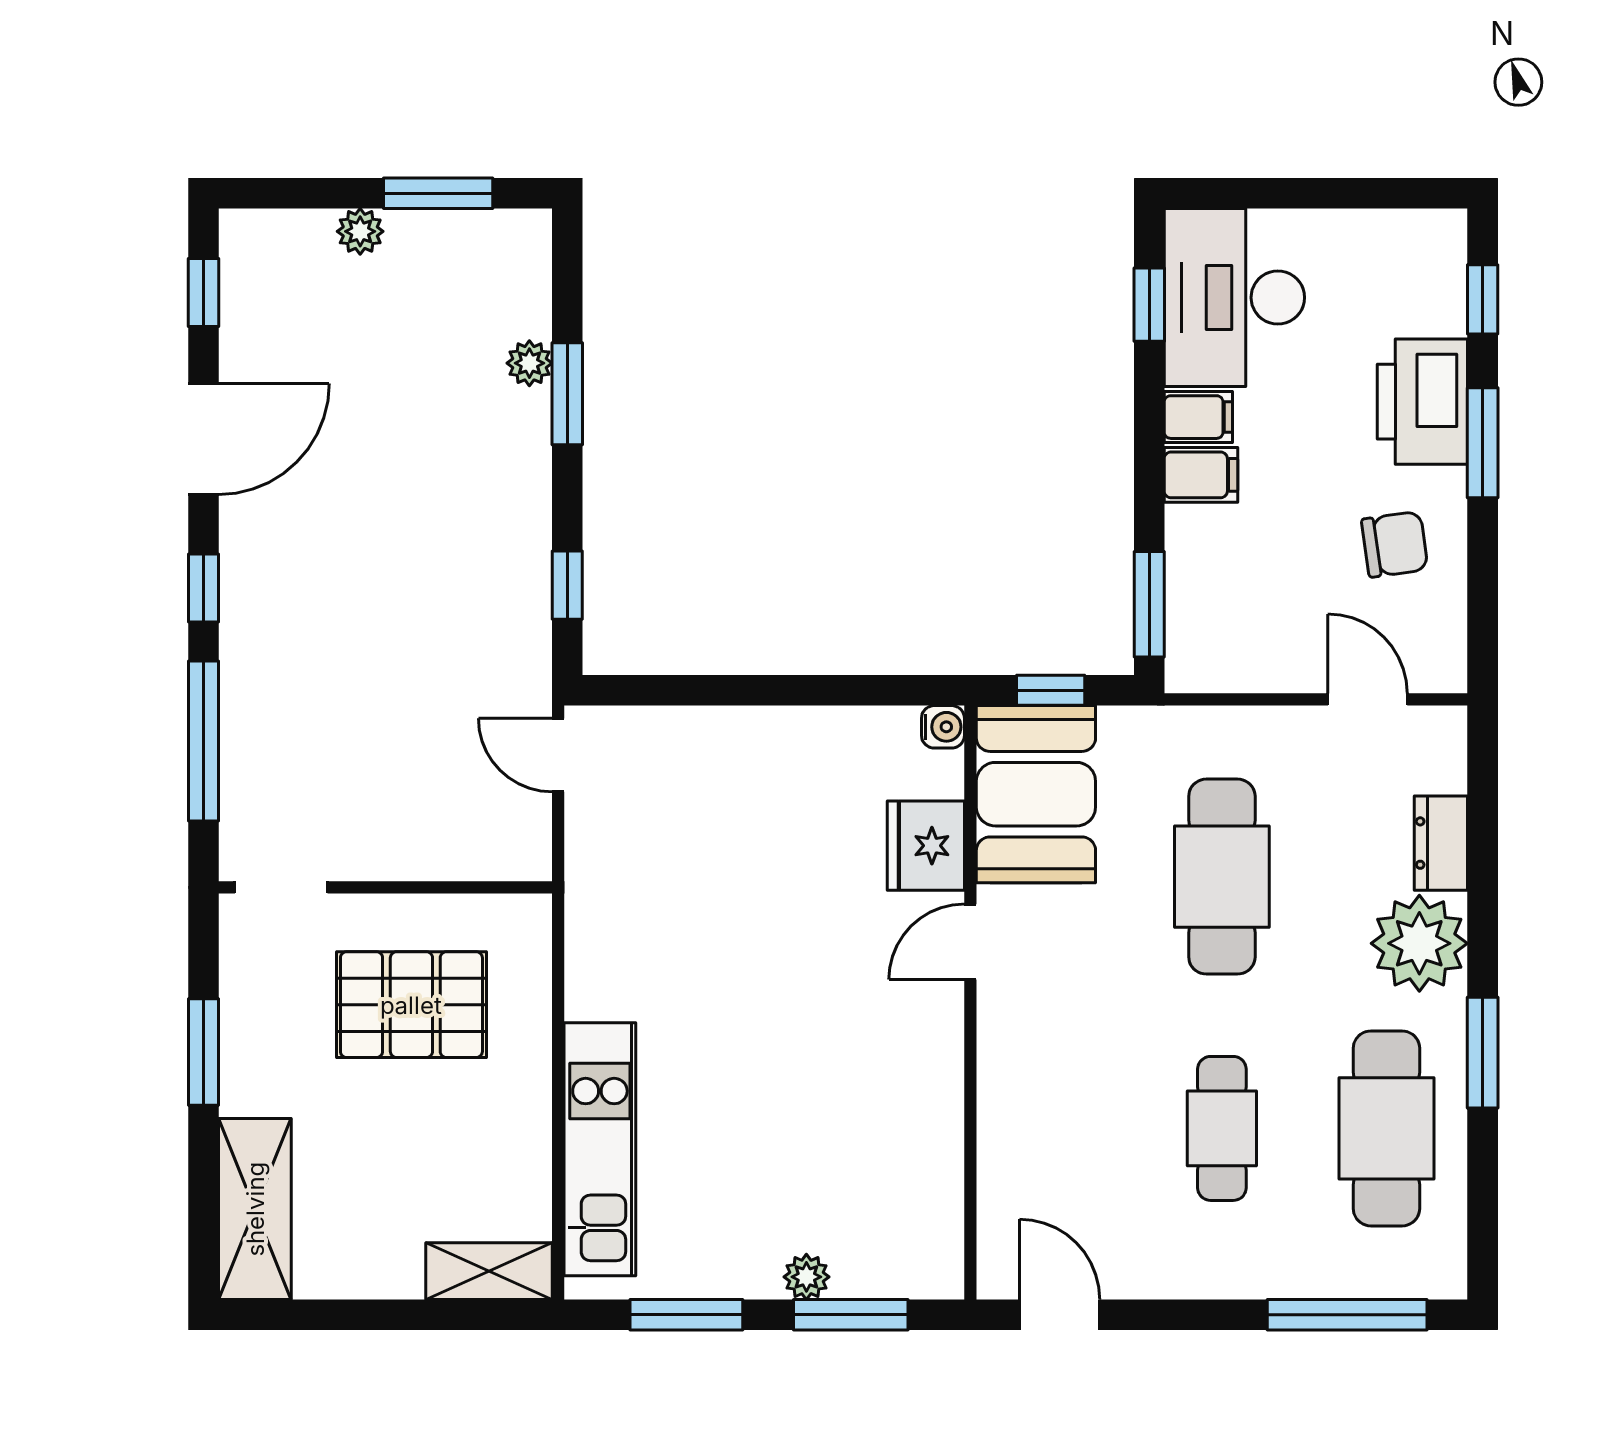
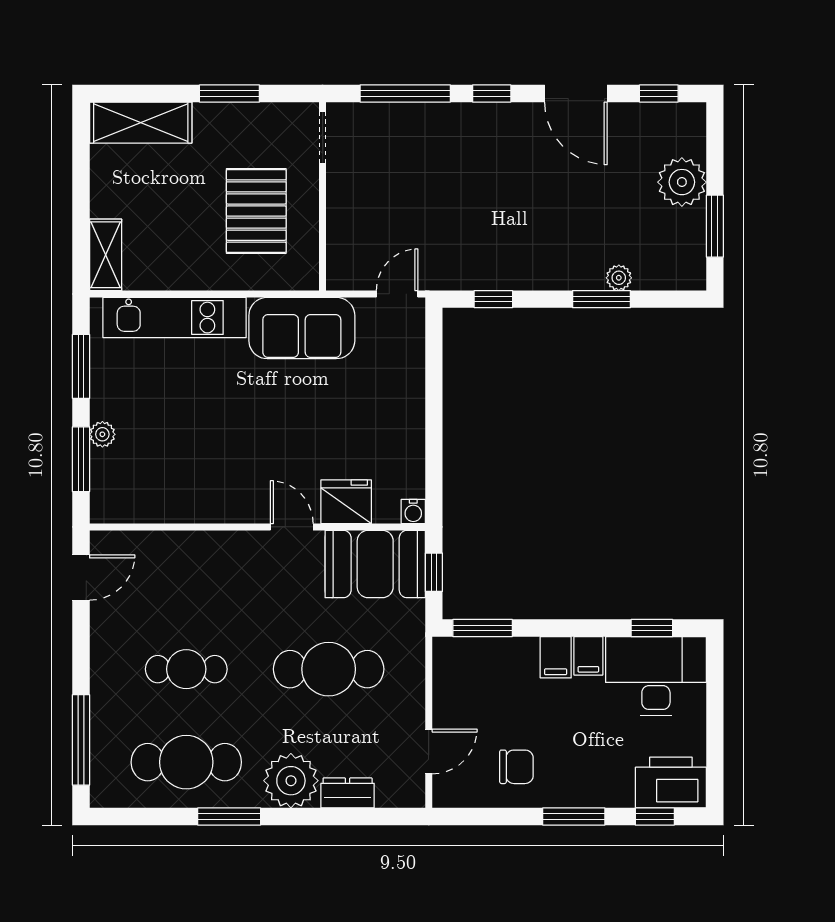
plant: (360, 231) -> (682, 182), width x1.88, depth x1.88
printer: (1422, 402) -> (671, 782), moved
chair: (1395, 544) -> (516, 767), turned -82
sofa: (618, 924) -> (302, 328), added

